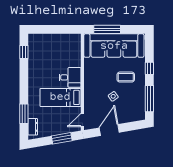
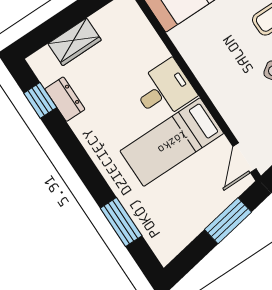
wardrobe: (50, 39) -> (75, 42), added
dresser: (33, 127) -> (65, 99), moved

